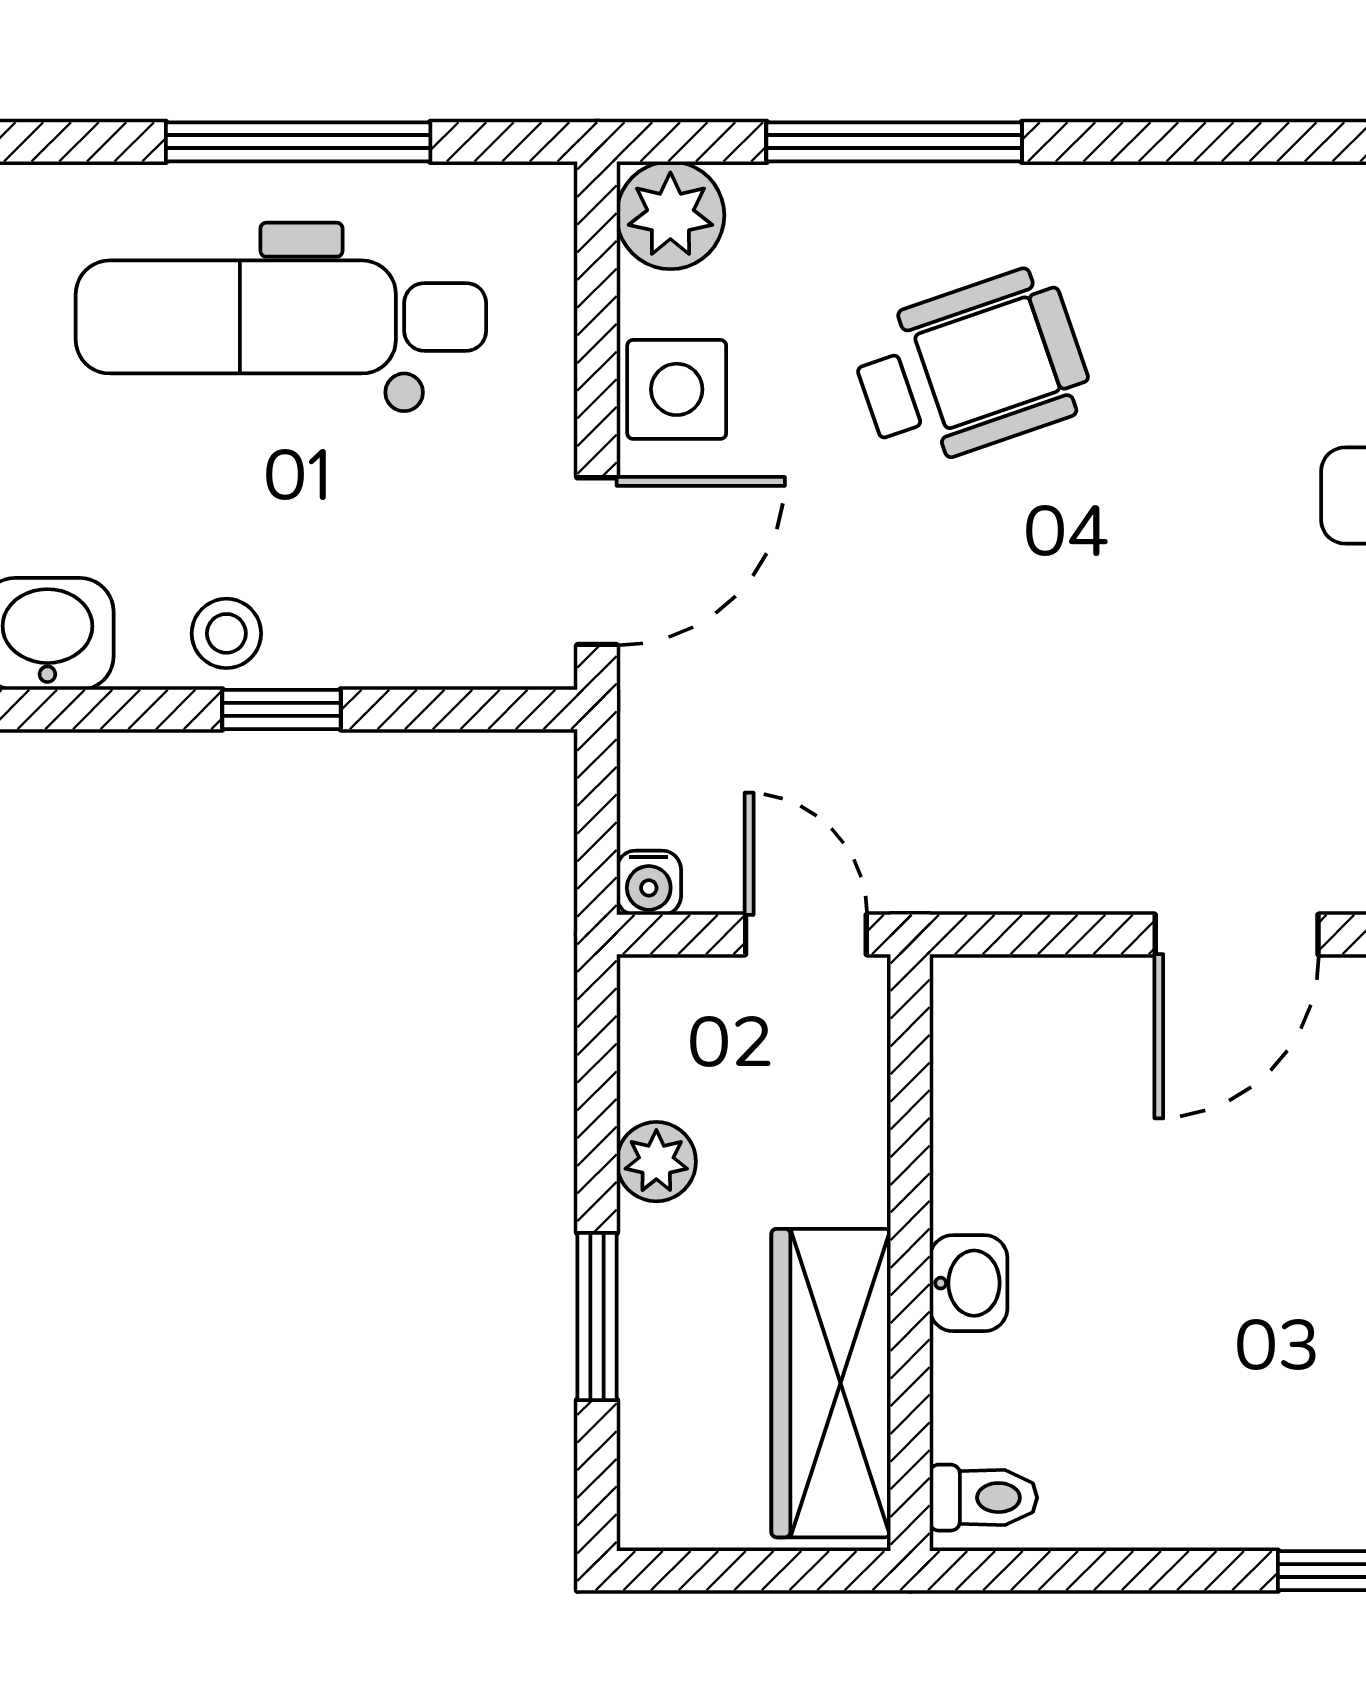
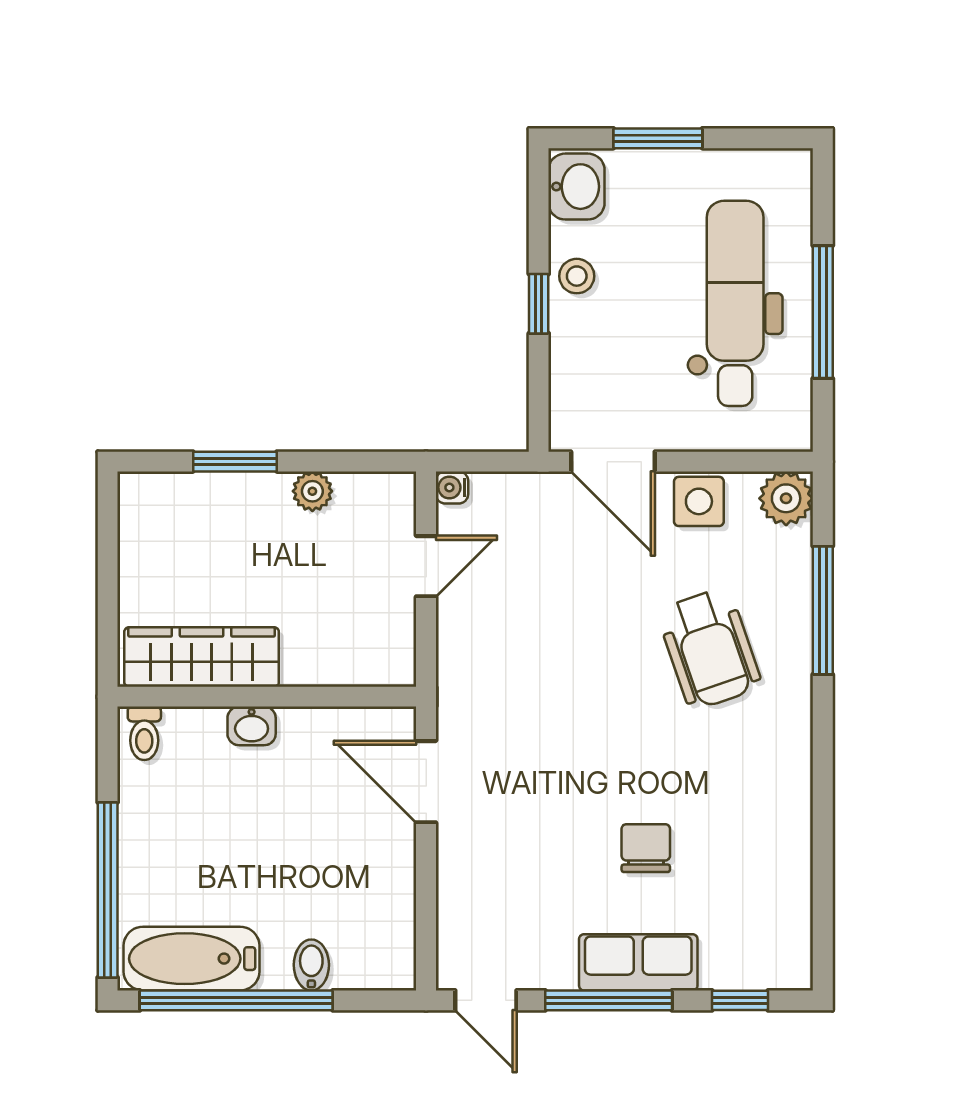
wall: (910, 1253) -> (267, 697), moved
washbasin: (969, 1283) -> (252, 726), moved
wardrobe: (831, 1383) -> (202, 657), moved
toilet: (983, 1498) -> (144, 733), moved

